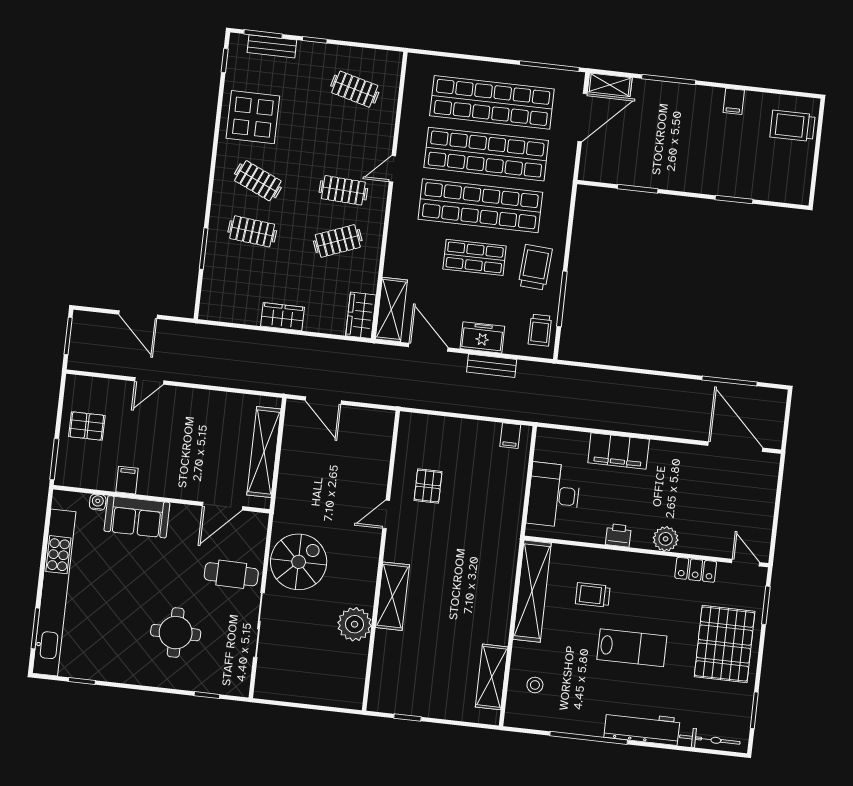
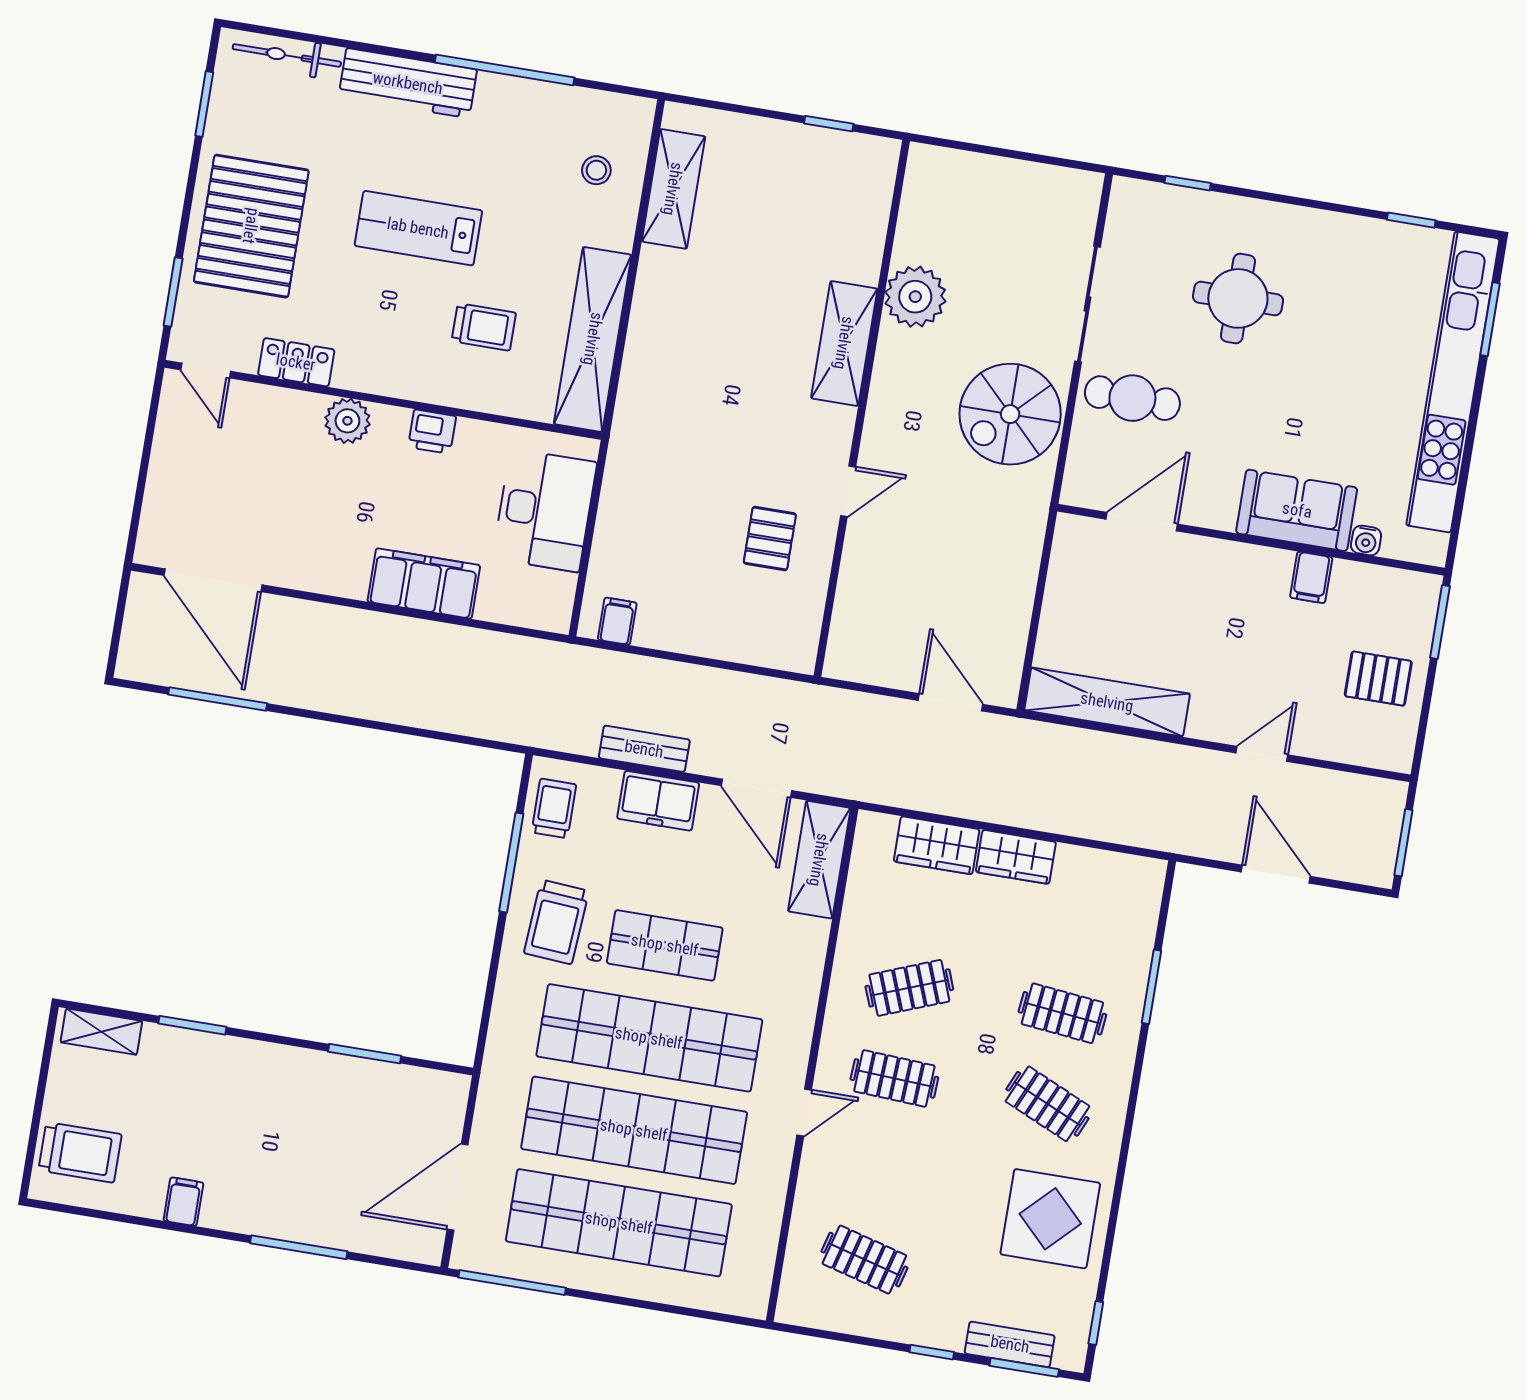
shelving: (610, 85) -> (101, 1032), moved
wardrobe: (361, 315) -> (937, 845), moved, turned 90
shelving: (264, 452) -> (1107, 702), moved, turned 90

